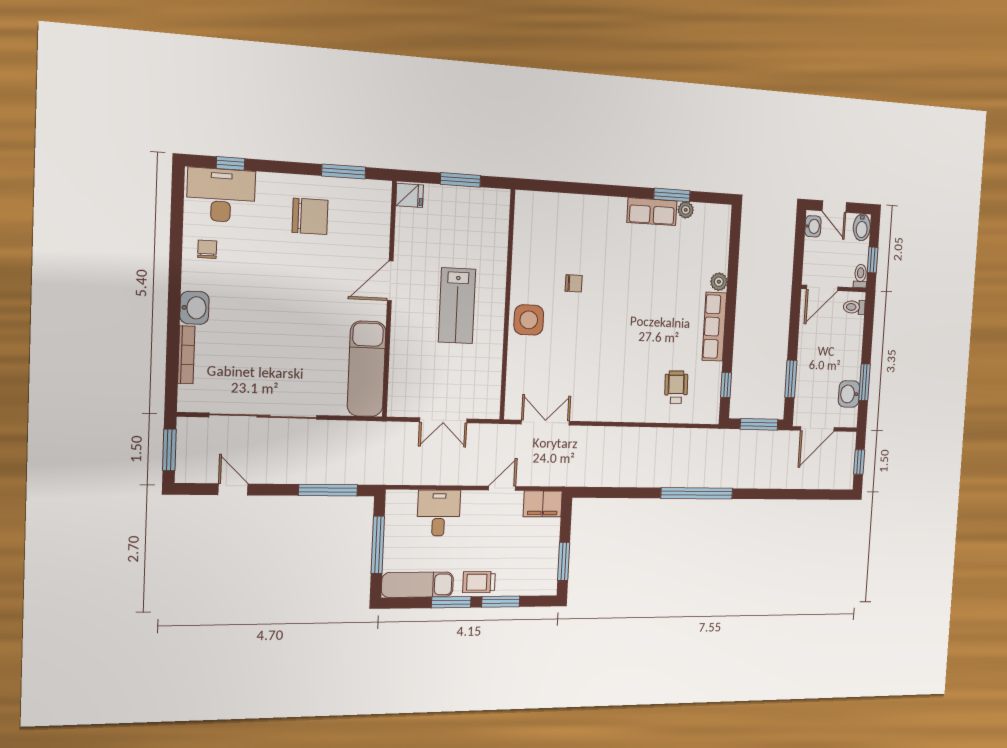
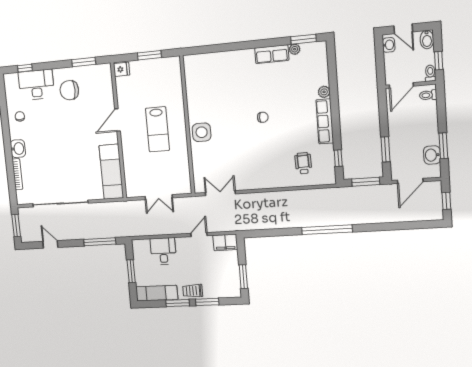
desk: (221, 195) -> (36, 85), moved
window: (672, 195) -> (303, 39), moved
chair: (310, 216) -> (69, 90), turned 180
chair: (574, 283) -> (263, 117), moved
window: (378, 545) -> (131, 271), width x0.69

